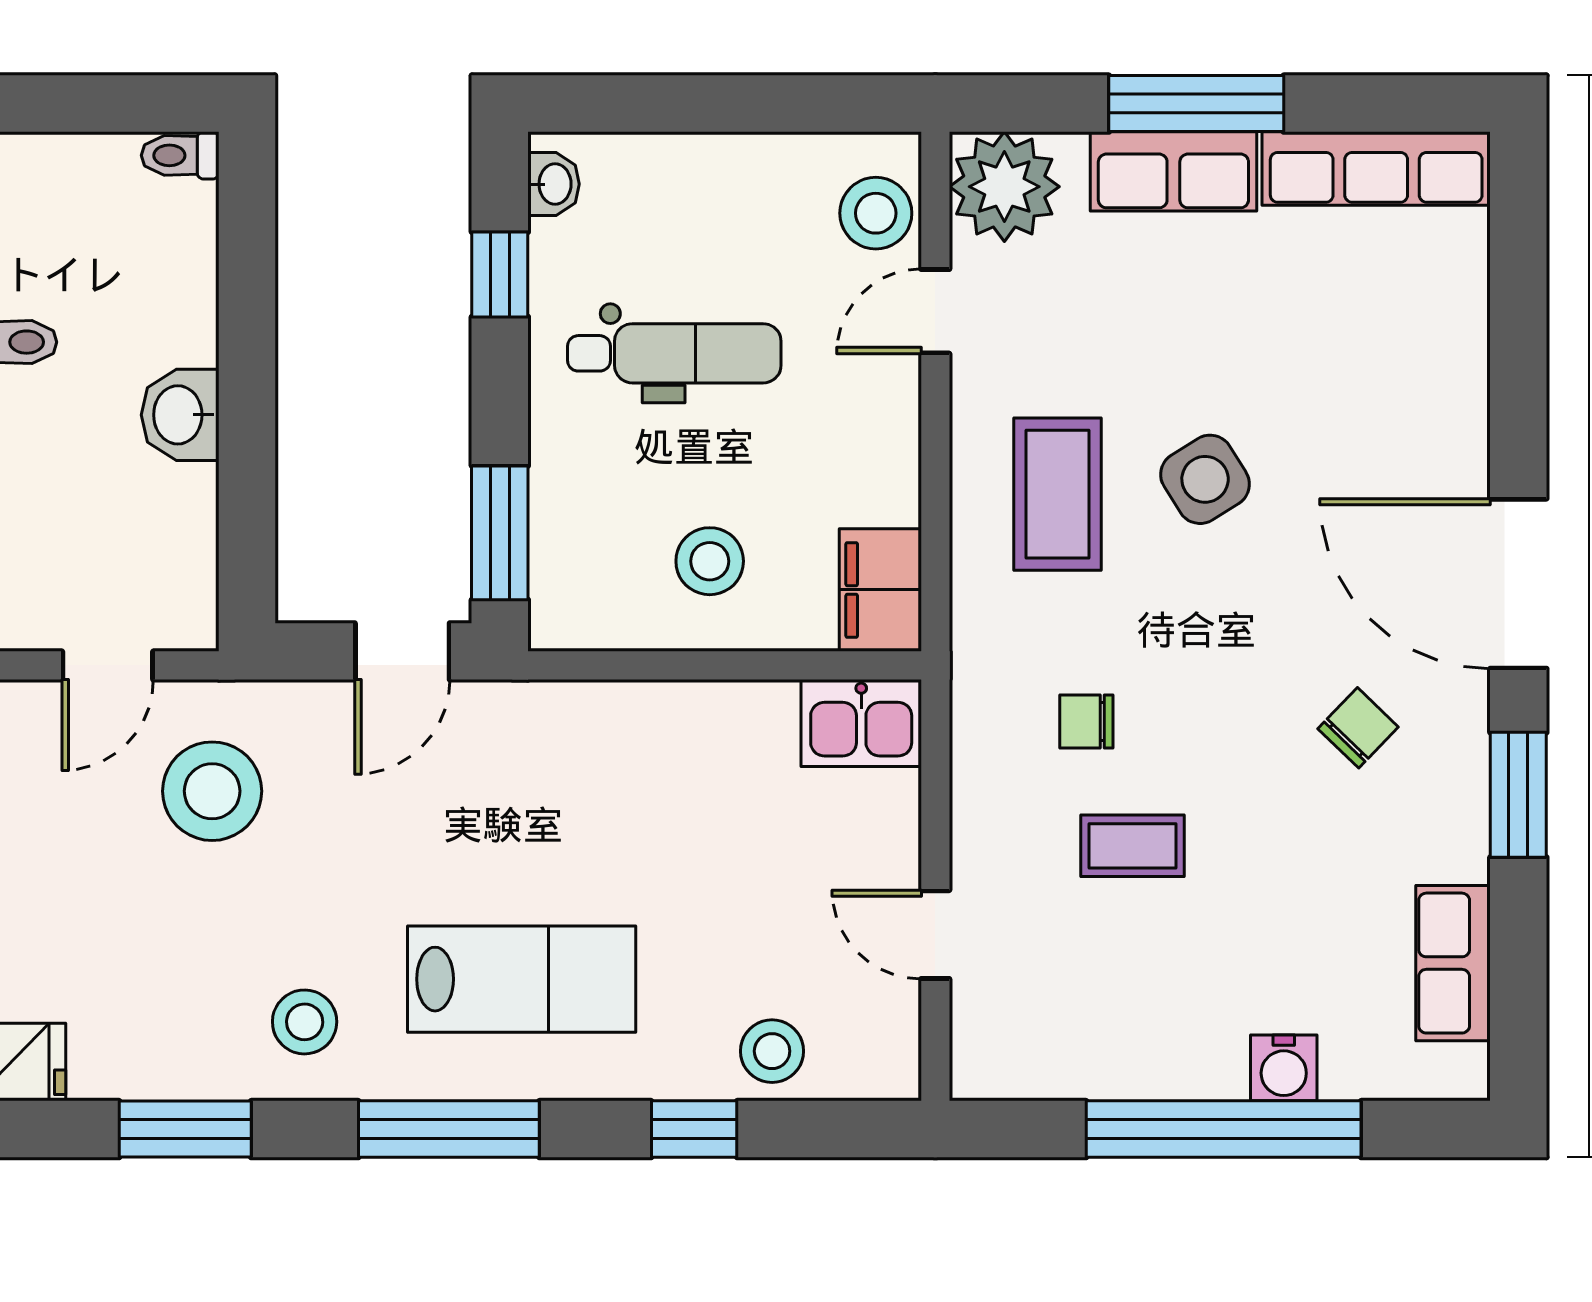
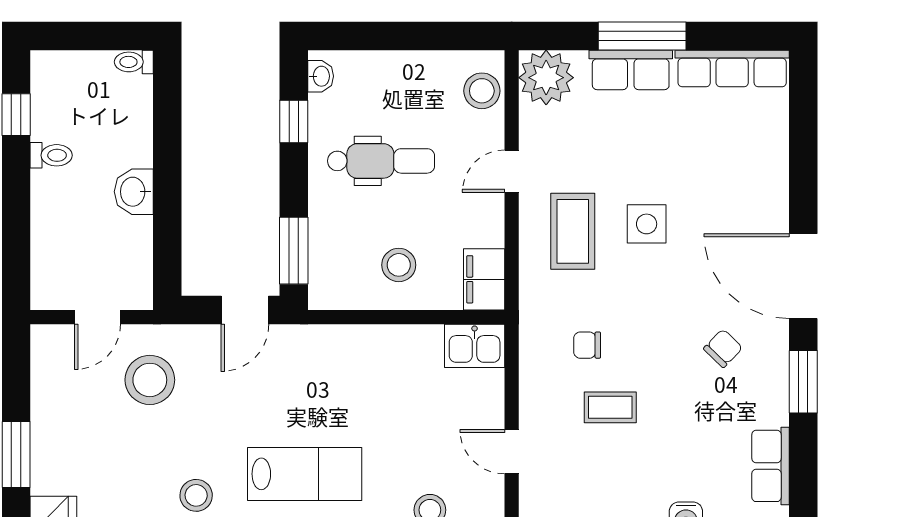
door: (935, 311) -> (512, 171), moved
side table: (1205, 479) -> (647, 224), turned 32

